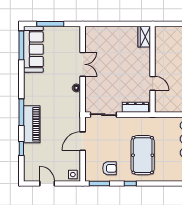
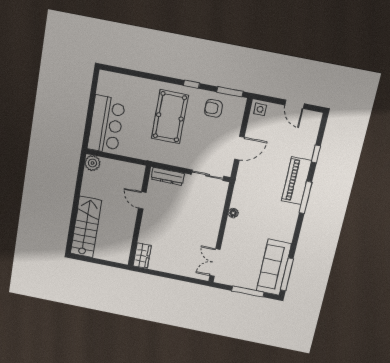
double door: (83, 64) -> (215, 263), moved

